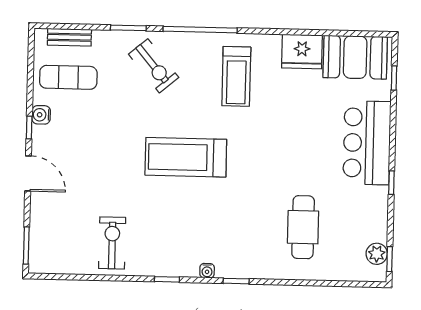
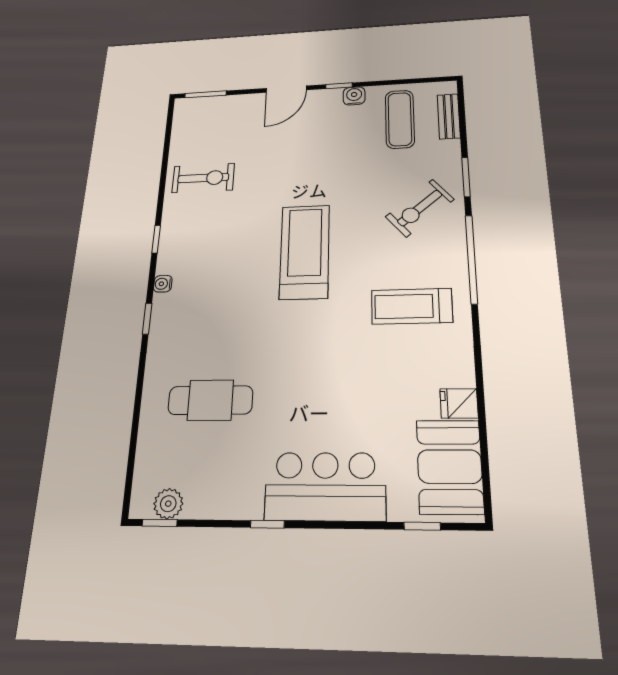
fridge: (302, 51) -> (459, 403), width x0.53, depth x0.75

